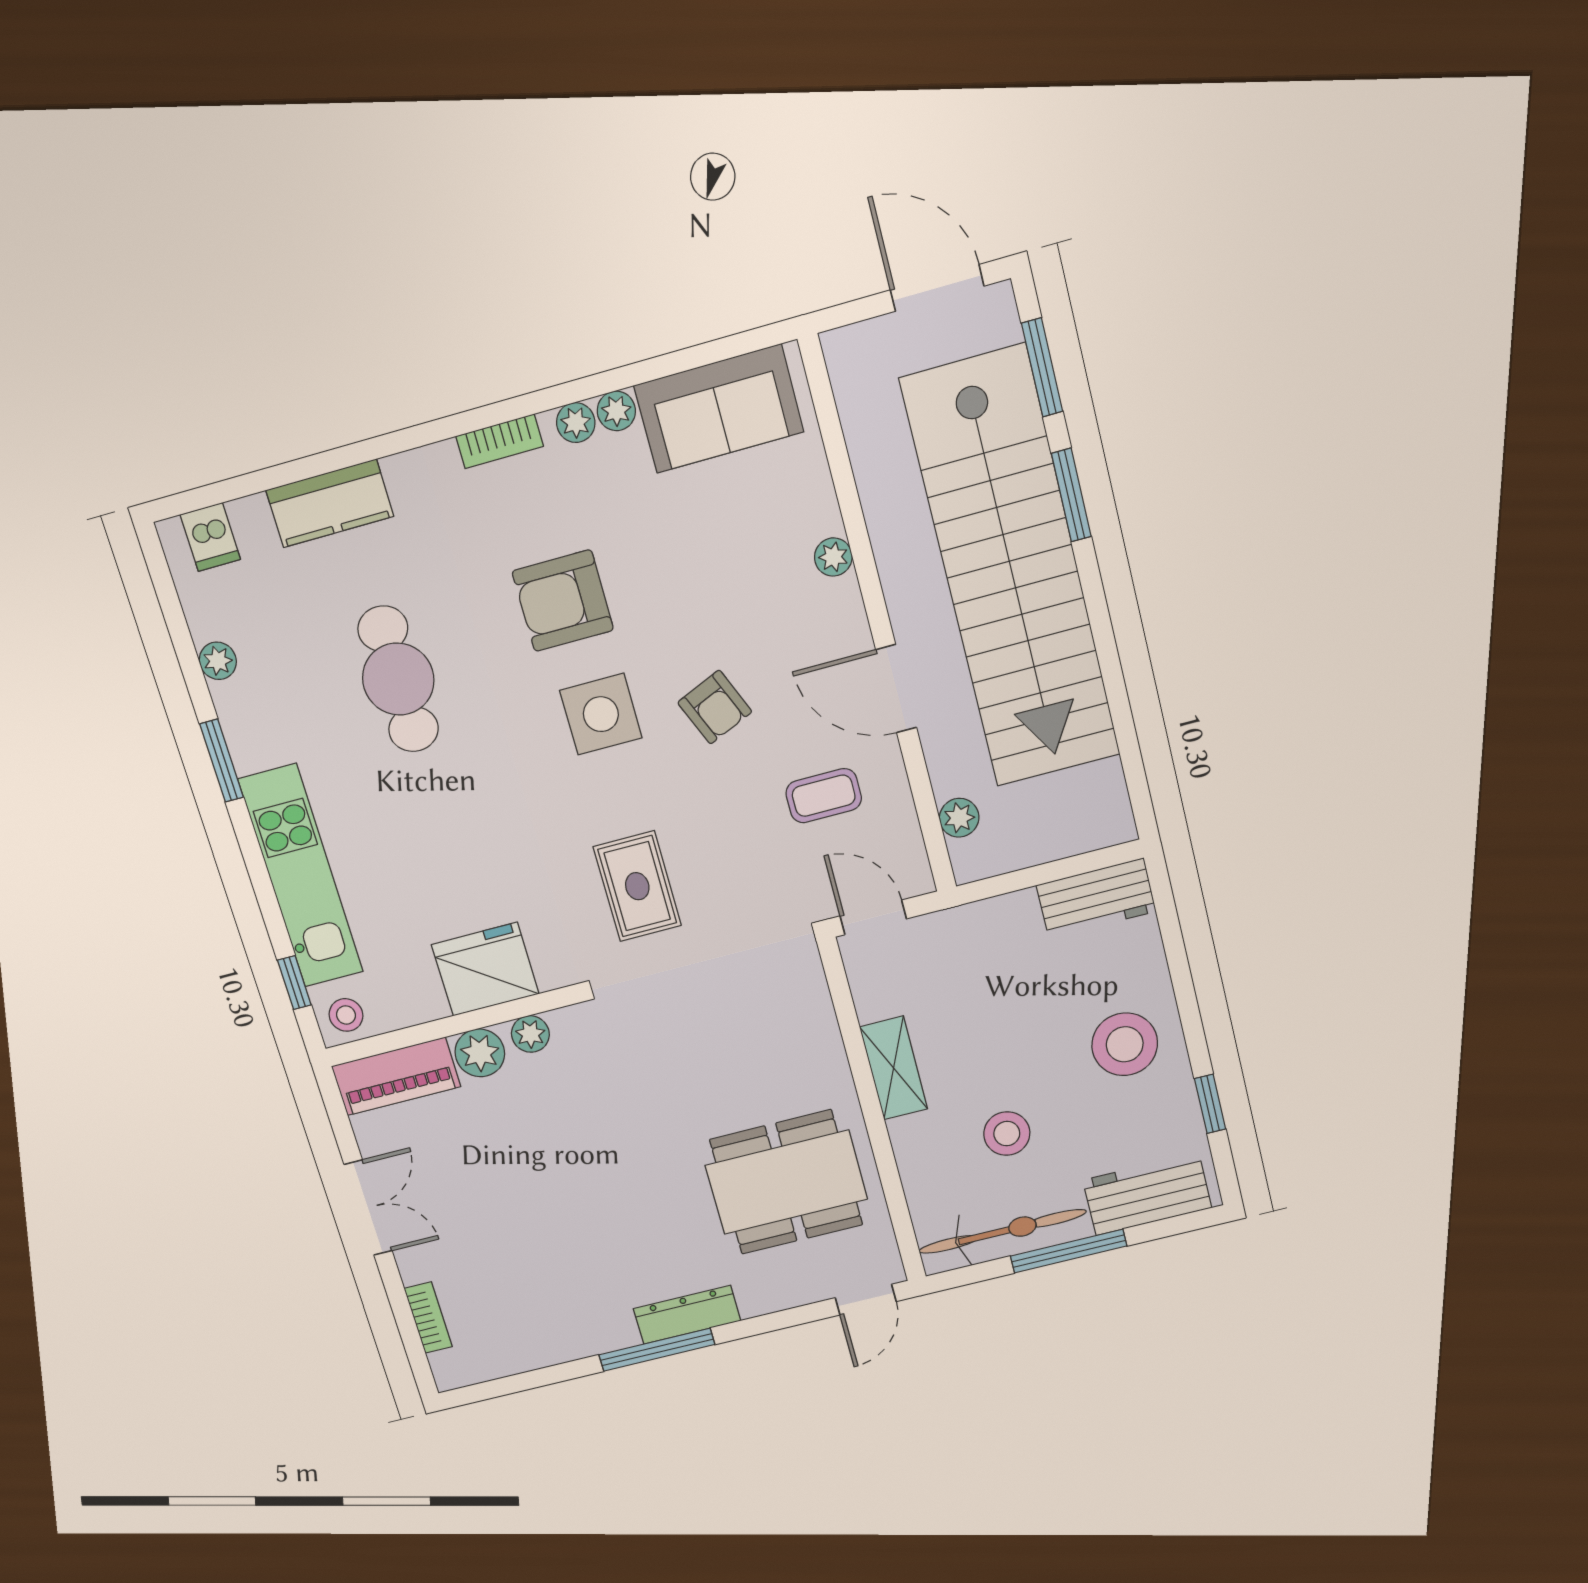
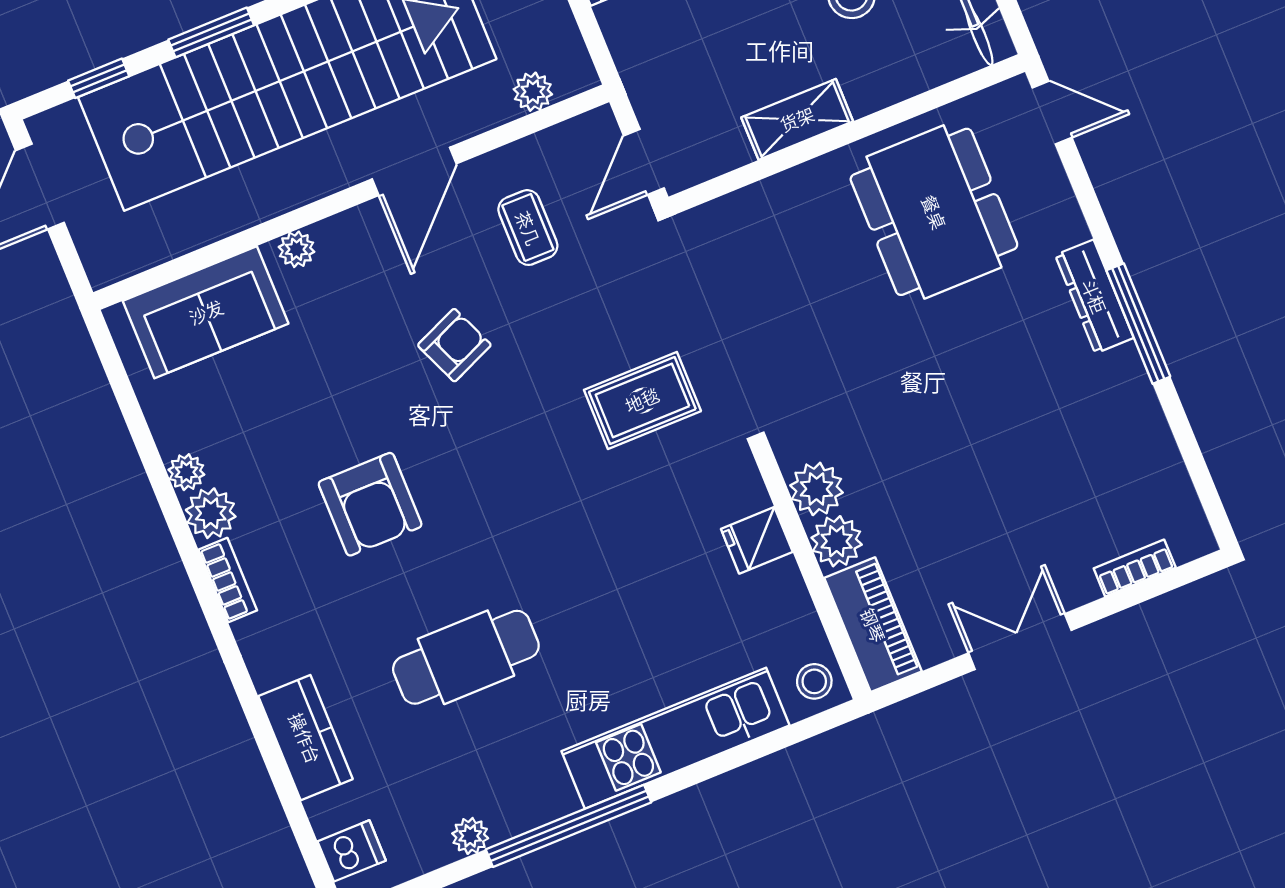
window: (1042, 367) -> (99, 78), width x0.67
sofa: (719, 409) -> (206, 312), moved, turned 90
plant: (576, 423) -> (211, 513), width x1.38, depth x1.38
side table: (601, 714) -> (475, 455), removed
window: (221, 761) -> (569, 826), width x2.11
fridge: (485, 969) -> (757, 540), width x0.53, depth x0.75
window: (294, 983) -> (787, 737), removed
plant: (530, 1034) -> (817, 489), width x1.38, depth x1.38

